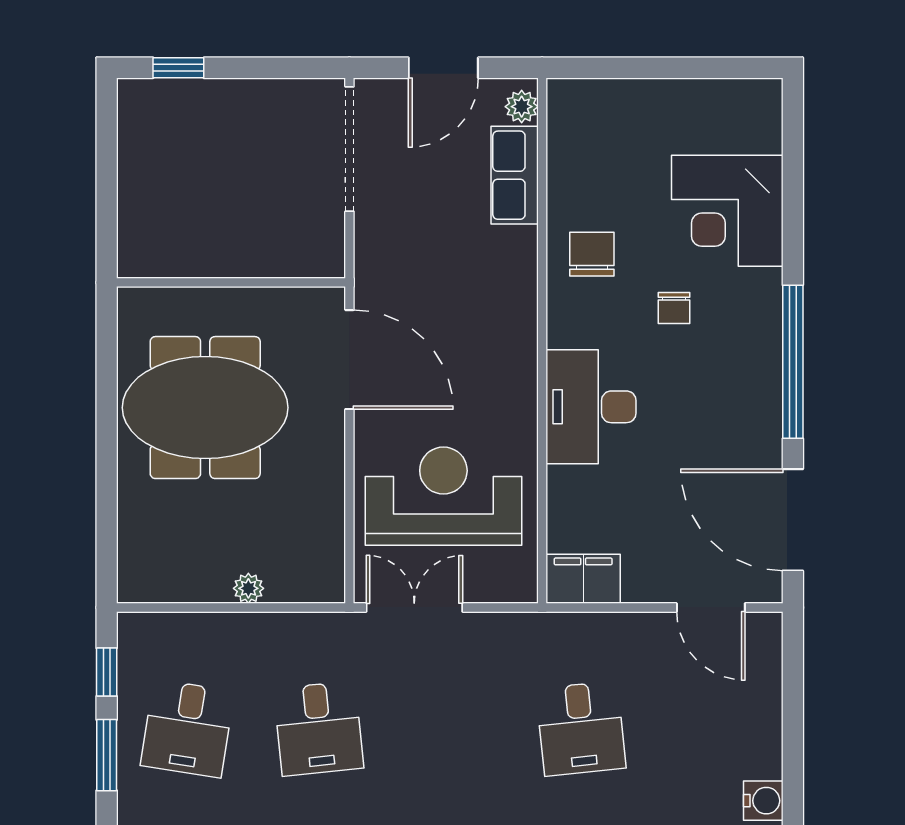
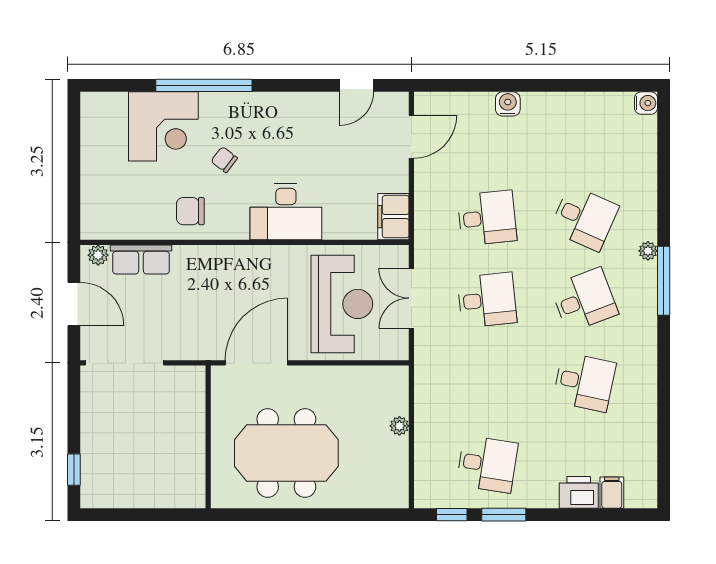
chair: (674, 308) -> (224, 160), turned -143
window: (793, 362) -> (204, 85), moved
meeting table: (205, 408) -> (286, 453), turned 90
reception desk: (443, 496) -> (342, 304), turned 180
door: (793, 520) -> (357, 85), width x0.53
double door: (414, 607) -> (411, 298), moved
desk: (319, 728) -> (487, 300), moved
water cooler: (763, 801) -> (508, 104), moved

